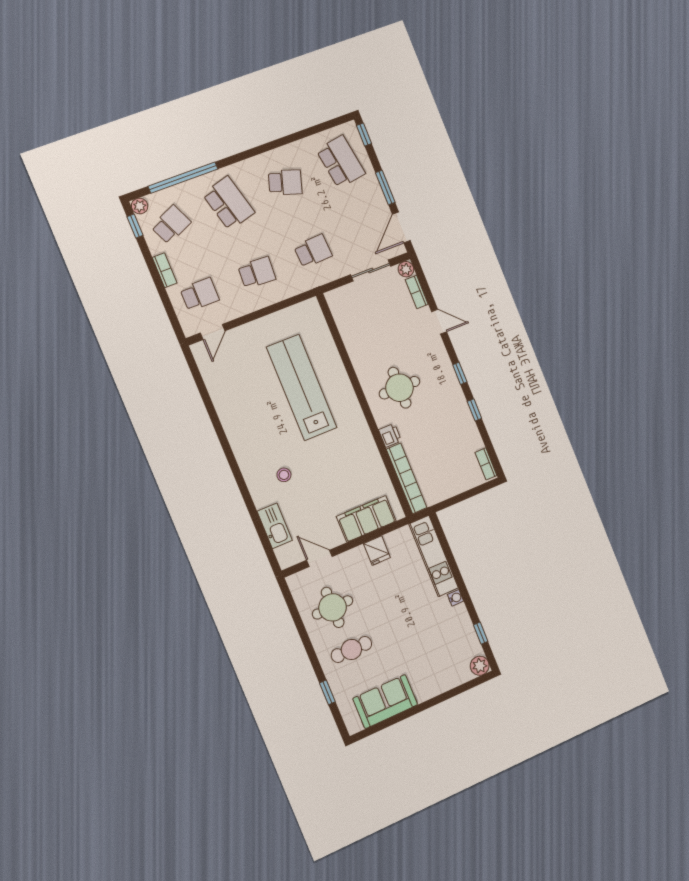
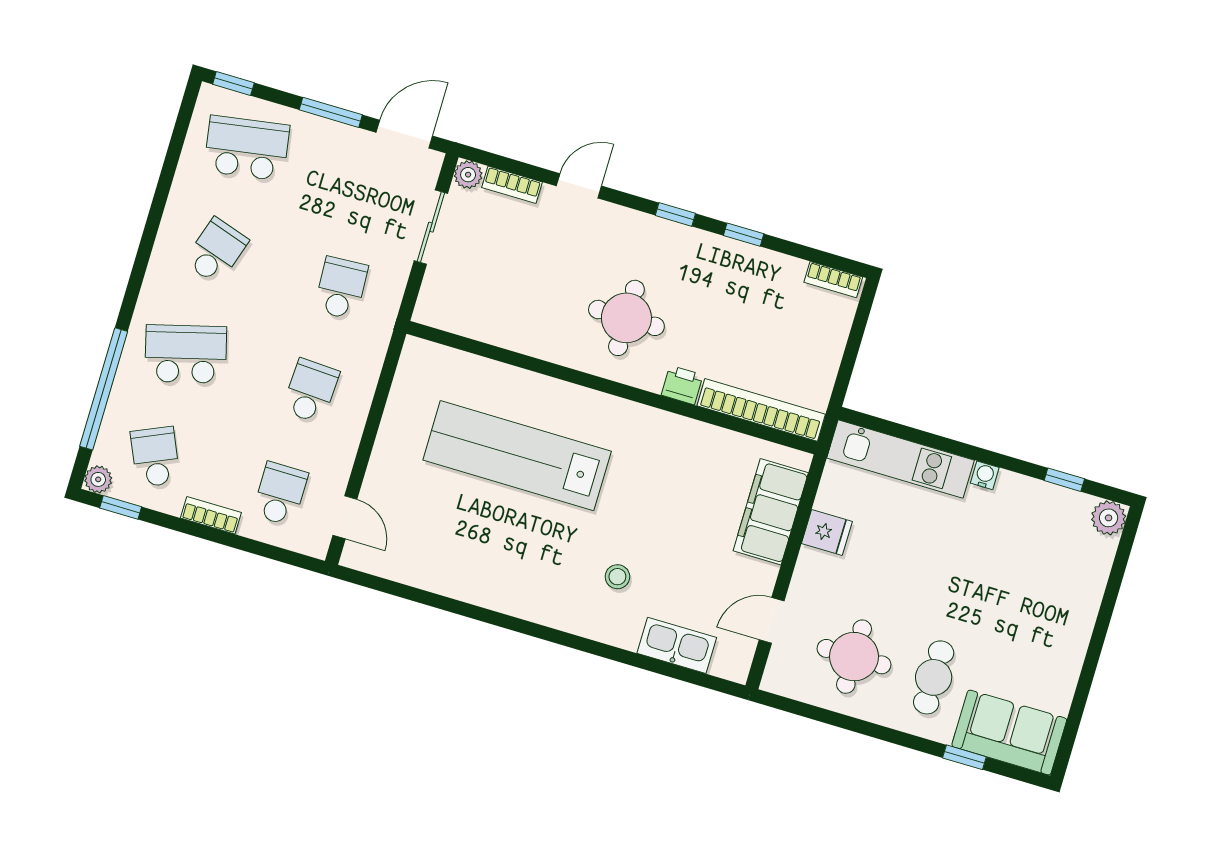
door: (401, 227) -> (404, 134), swing flipped
sofa: (385, 702) -> (1009, 732), moved, turned 90

